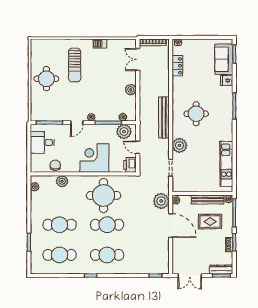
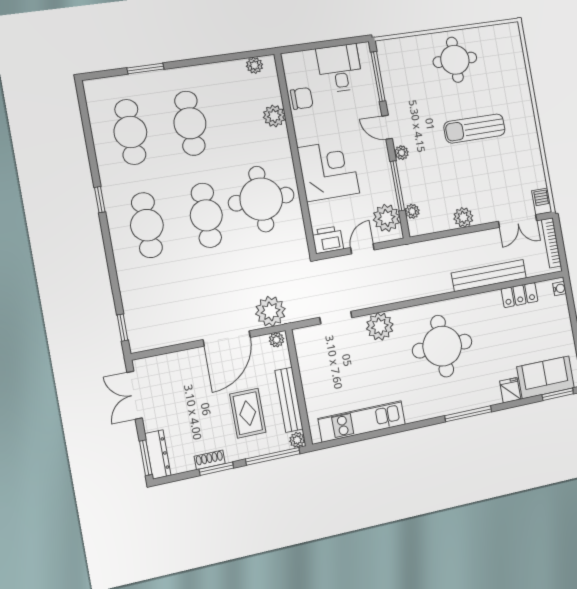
barbecue: (100, 44) -> (542, 201), moved
double door: (138, 59) -> (518, 221), swing flipped
sun lounger: (75, 65) -> (474, 129), moved
round table: (196, 114) -> (442, 346), width x1.36, depth x1.36
bench: (164, 117) -> (489, 276), moved

